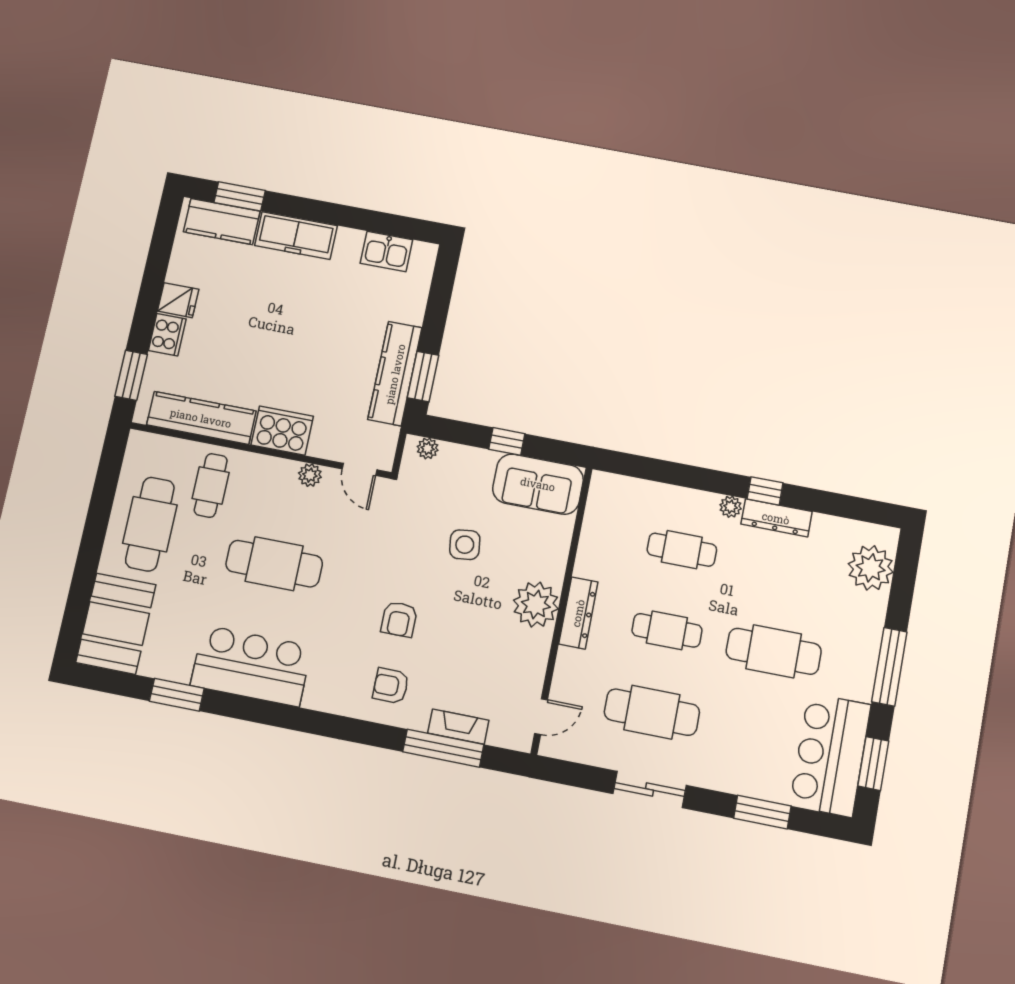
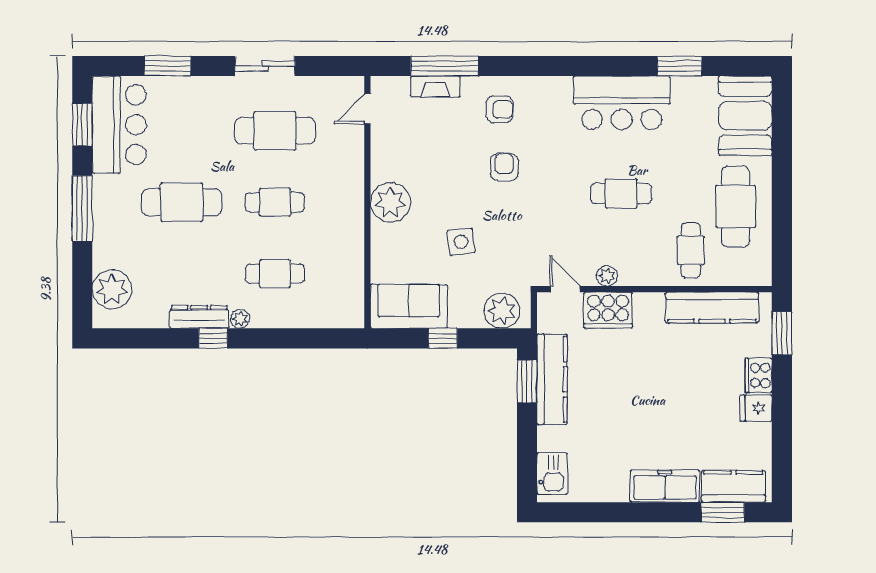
kitchen sink: (386, 251) -> (552, 474), moved, turned 90
cooker: (282, 431) -> (608, 310), moved
plant: (428, 448) -> (502, 311), width x1.87, depth x1.87
cafe table: (274, 564) -> (621, 193), width x0.73, depth x0.74
dresser: (578, 613) -> (353, 202), removed

